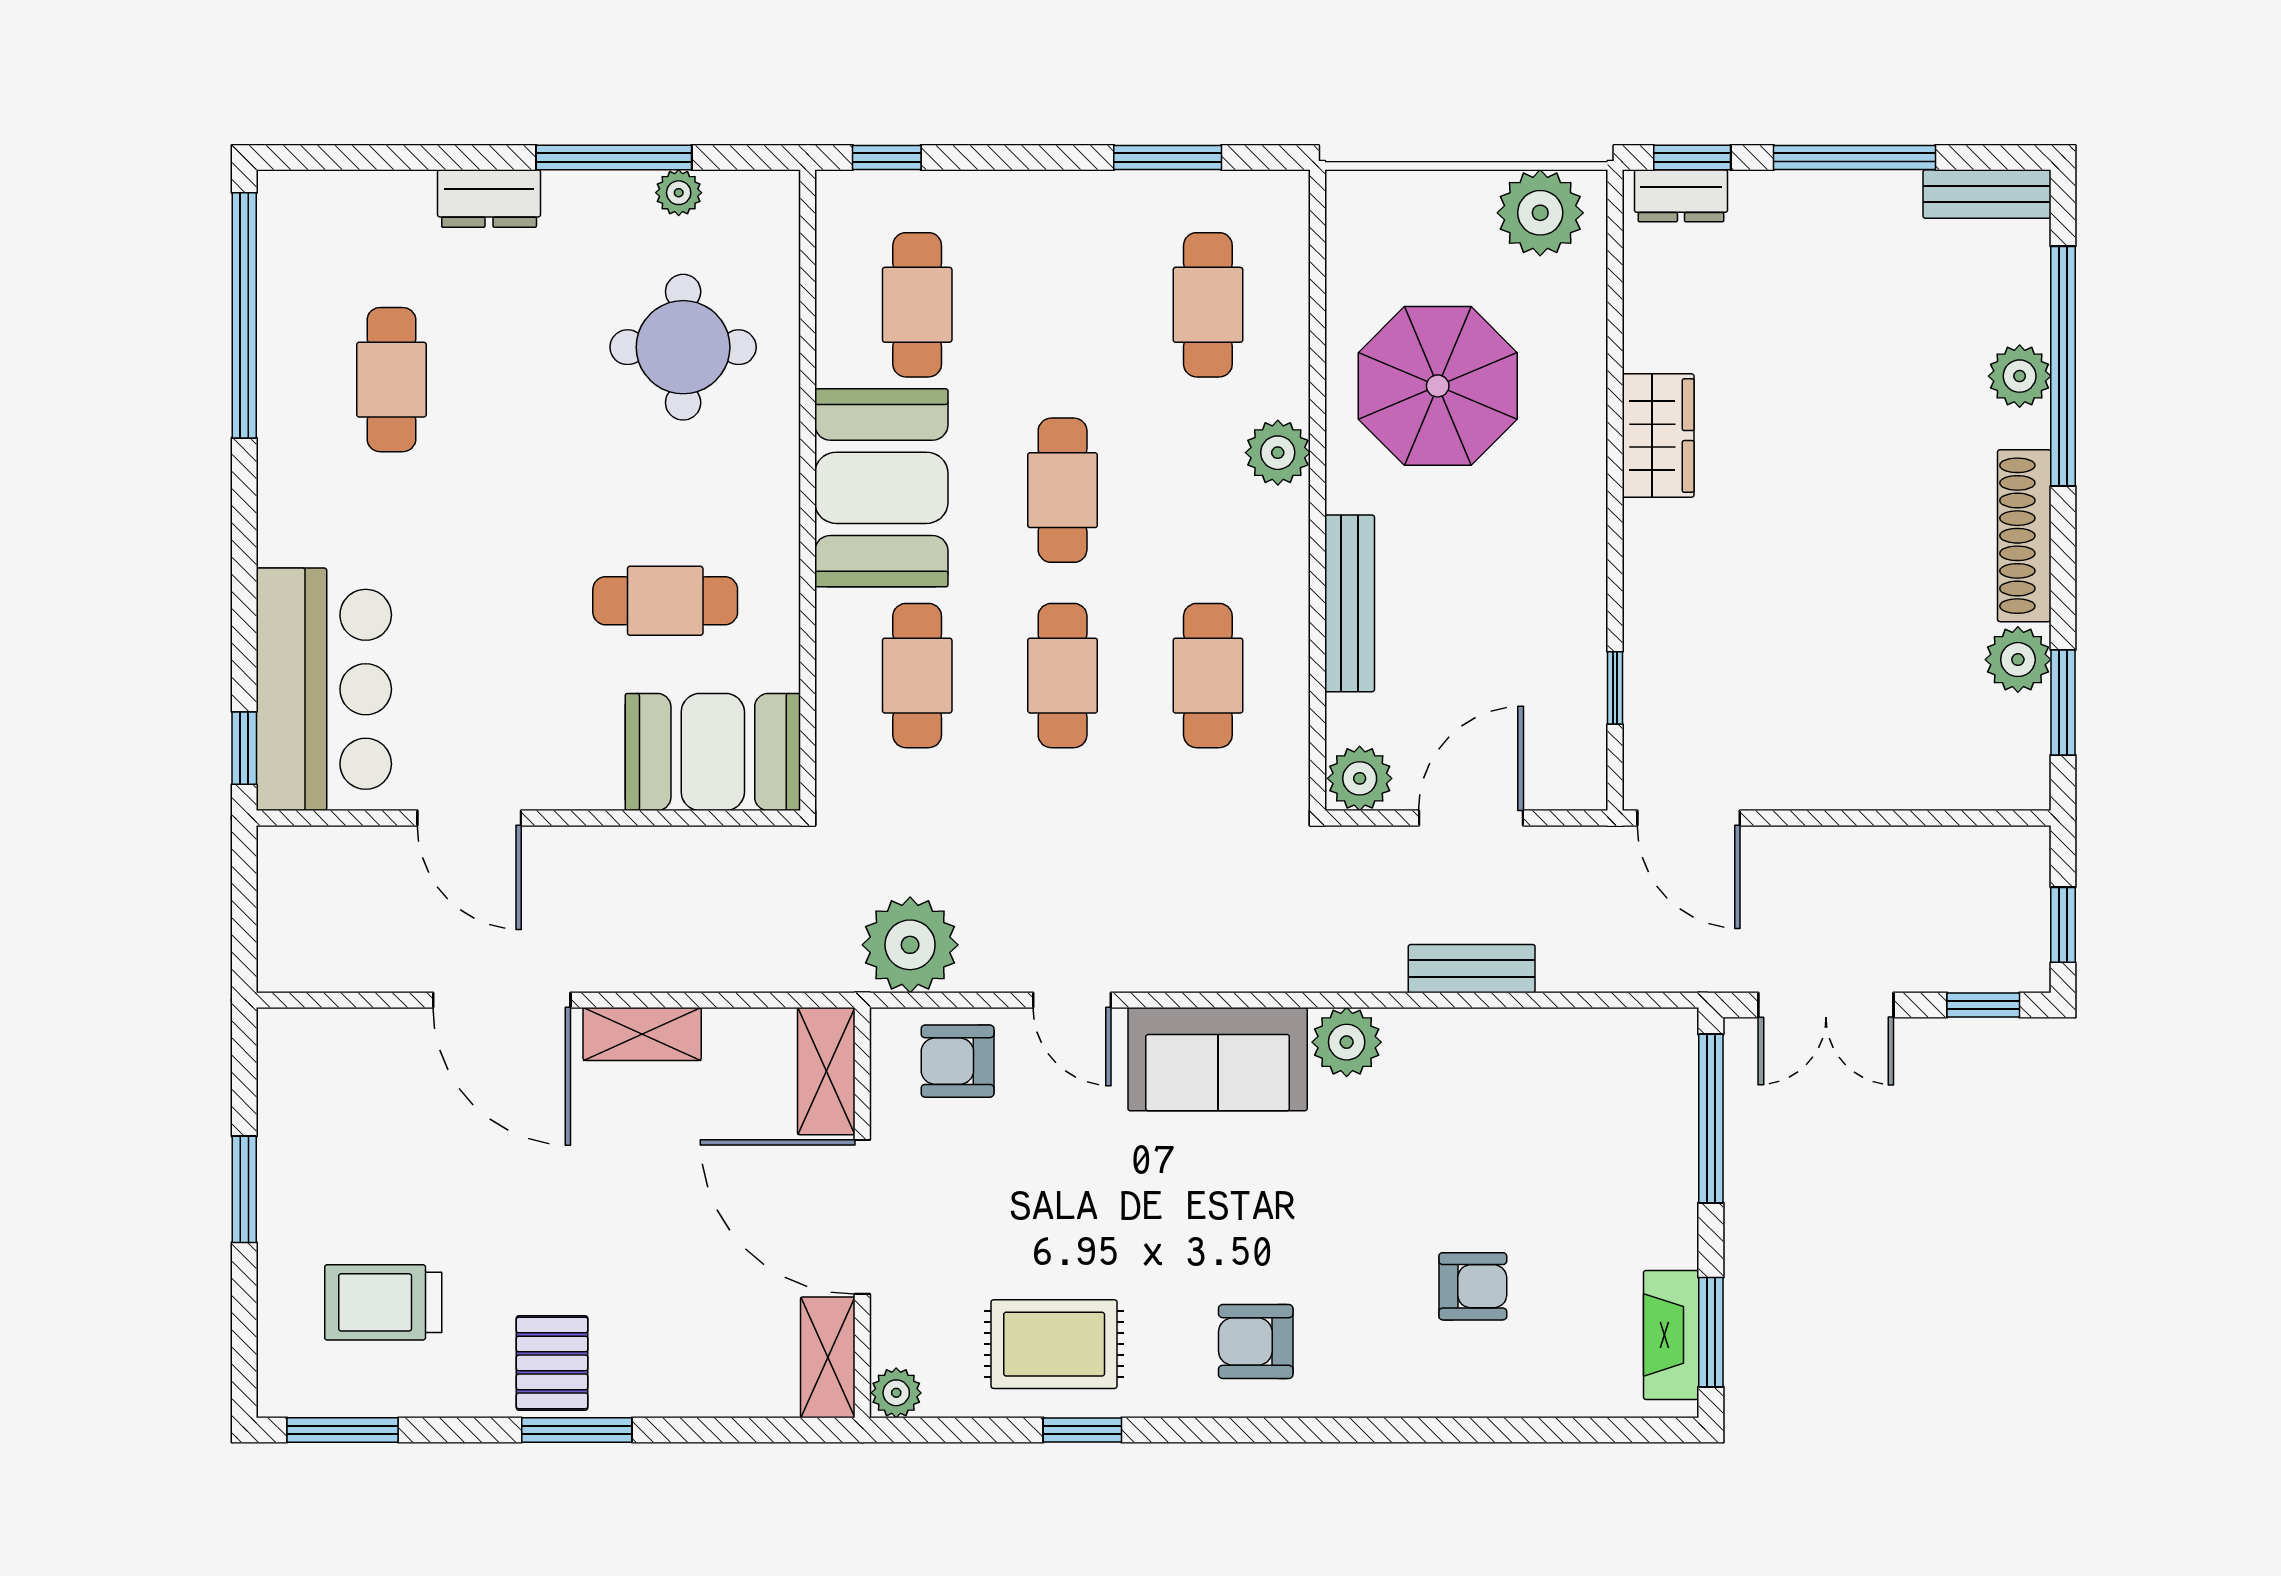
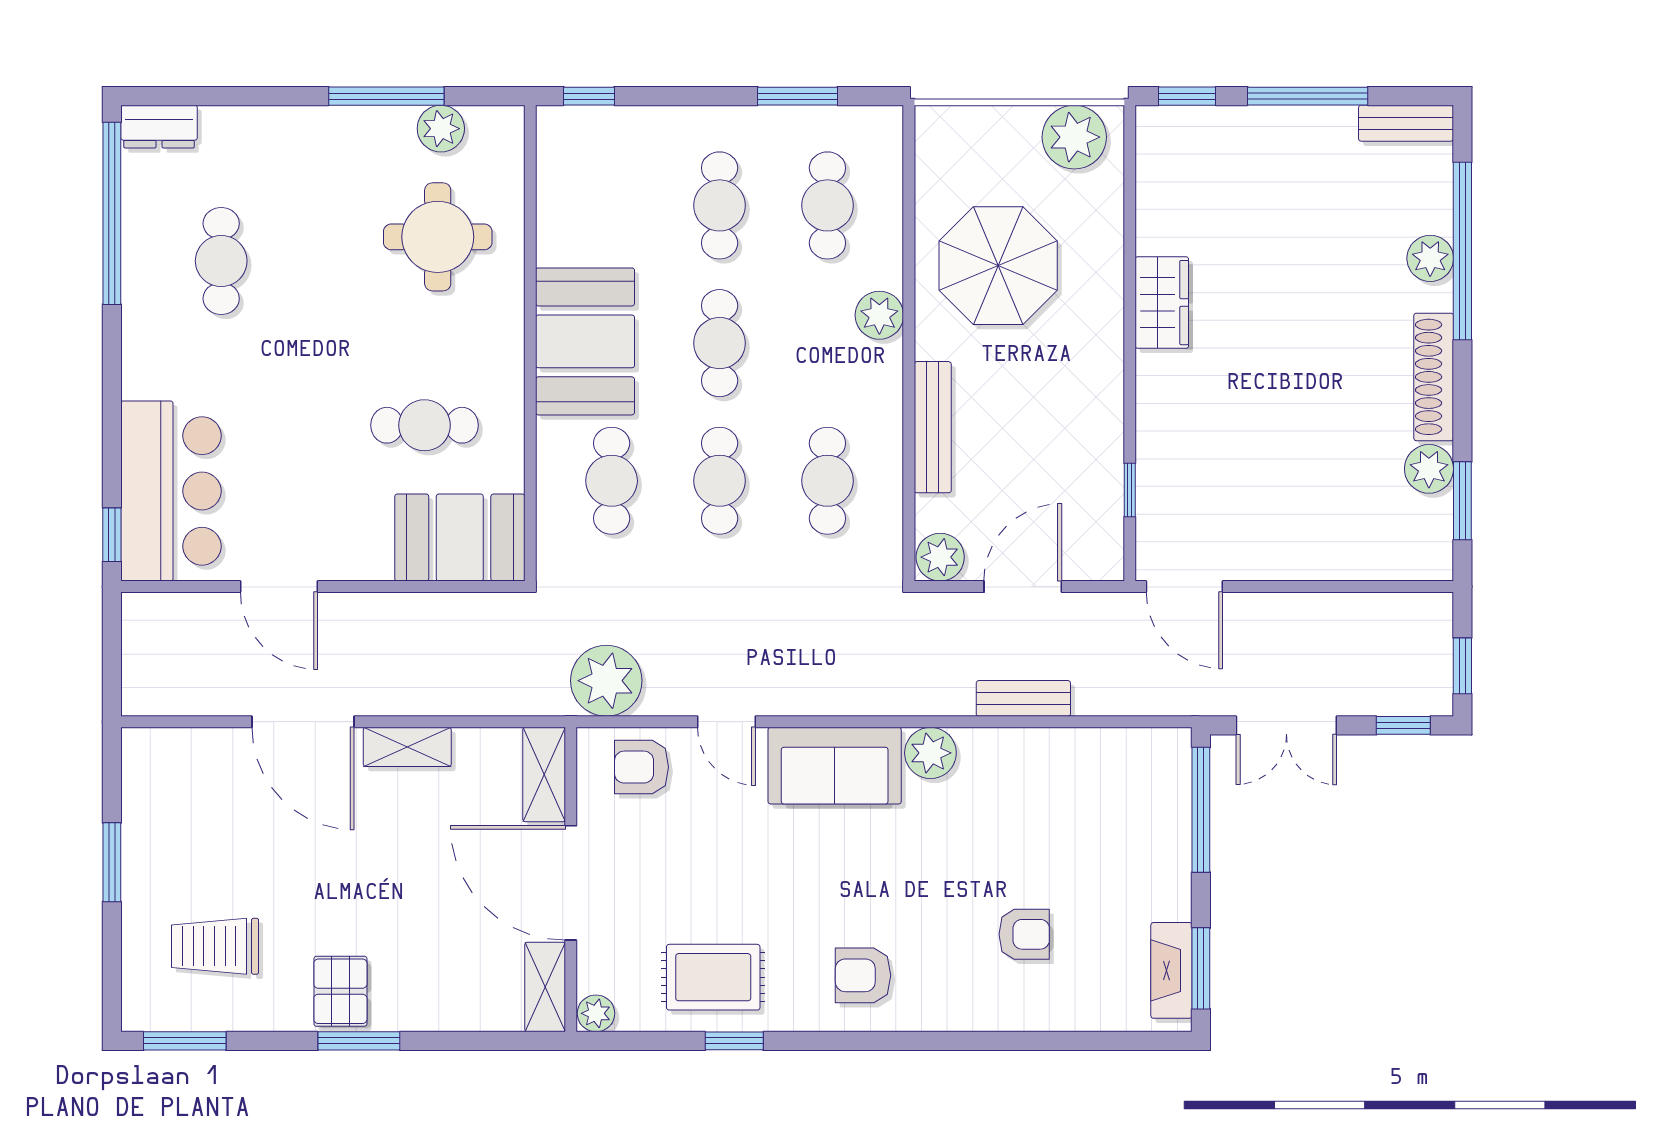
plant: (679, 193) -> (441, 129), width x1.38, depth x1.38
dresser: (1681, 196) -> (1179, 124), removed
dresser: (489, 199) -> (159, 127), moved
cafe table: (917, 305) -> (720, 205), moved

